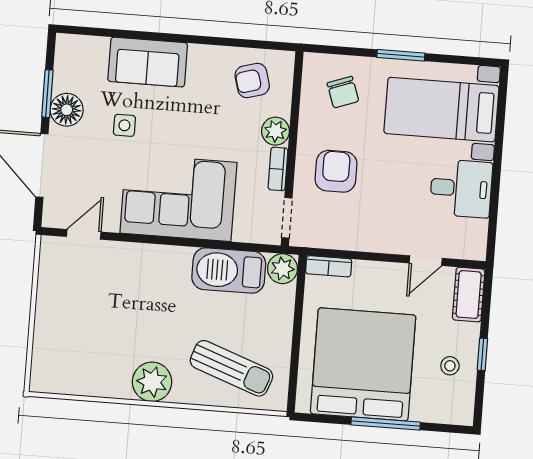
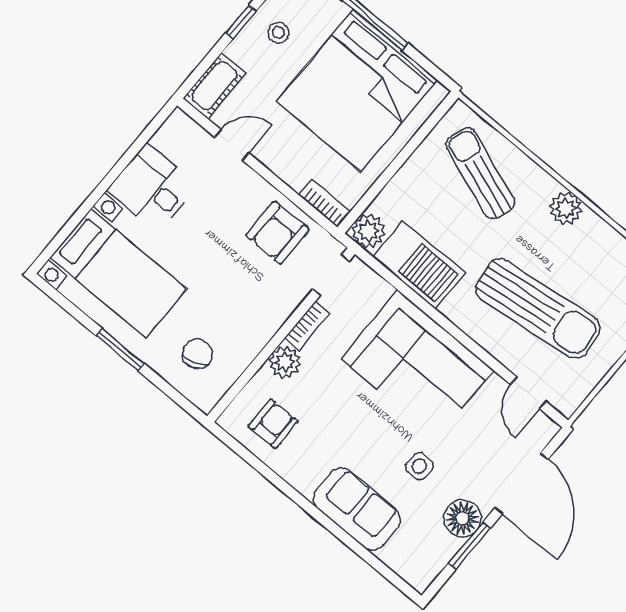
armchair: (252, 81) -> (273, 424), turned -74
armchair: (336, 171) -> (277, 233), moved
door: (84, 234) -> (528, 393), hinge flipped
sun lounger: (120, 300) -> (538, 309), added
plant: (152, 382) -> (566, 208), width x0.73, depth x0.73

